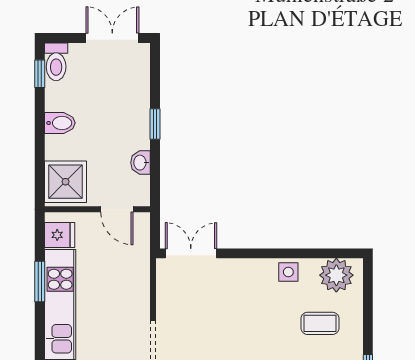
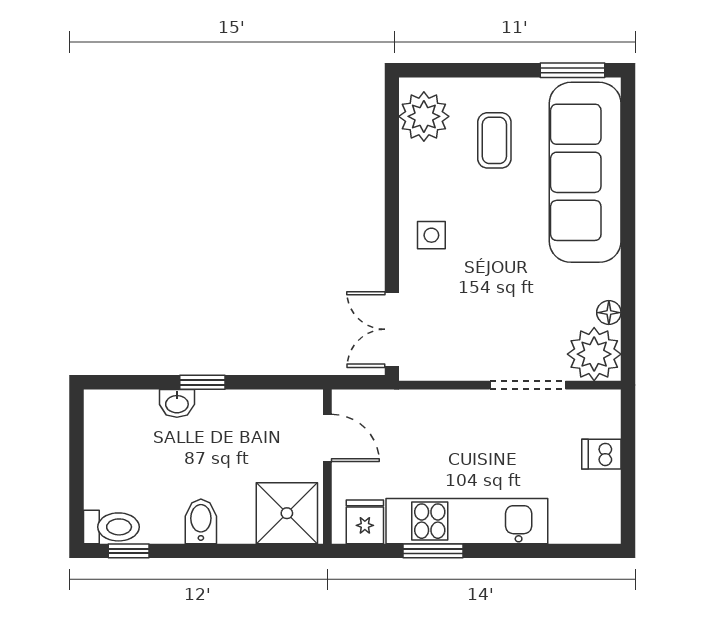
double door: (112, 38) -> (76, 445), removed
washbasin: (140, 163) -> (177, 403), moved
door: (117, 209) -> (327, 438), hinge flipped
side table: (288, 272) -> (431, 235), moved

